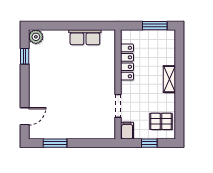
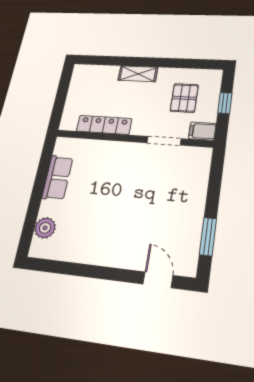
window: (155, 26) -> (63, 88), removed
plant: (36, 37) -> (45, 228), moved
window: (25, 56) -> (65, 268), removed
pallet: (161, 121) -> (184, 98), moved

